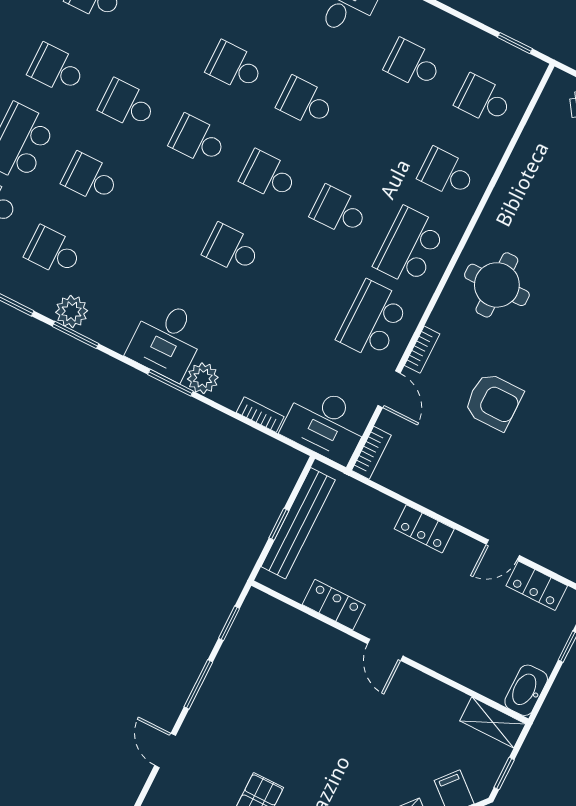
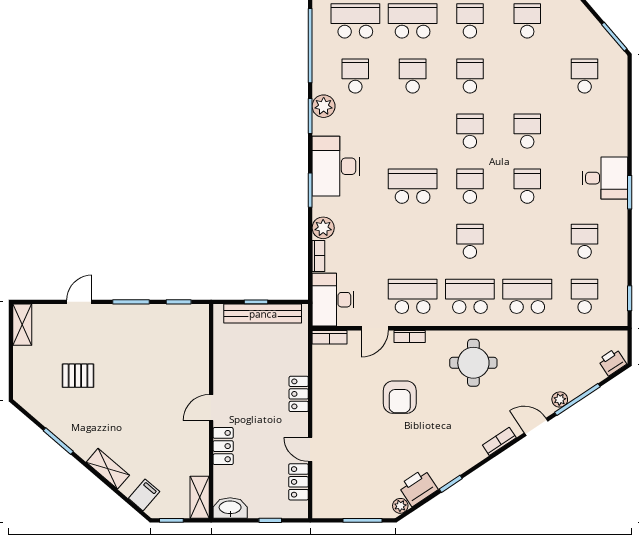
school desk: (446, 173) -> (527, 296), width x1.85
school desk: (231, 249) -> (413, 186), width x1.85
desk: (167, 340) -> (336, 166), width x1.37
plant: (203, 378) -> (323, 228), moved
locker: (334, 605) -> (223, 446), moved

